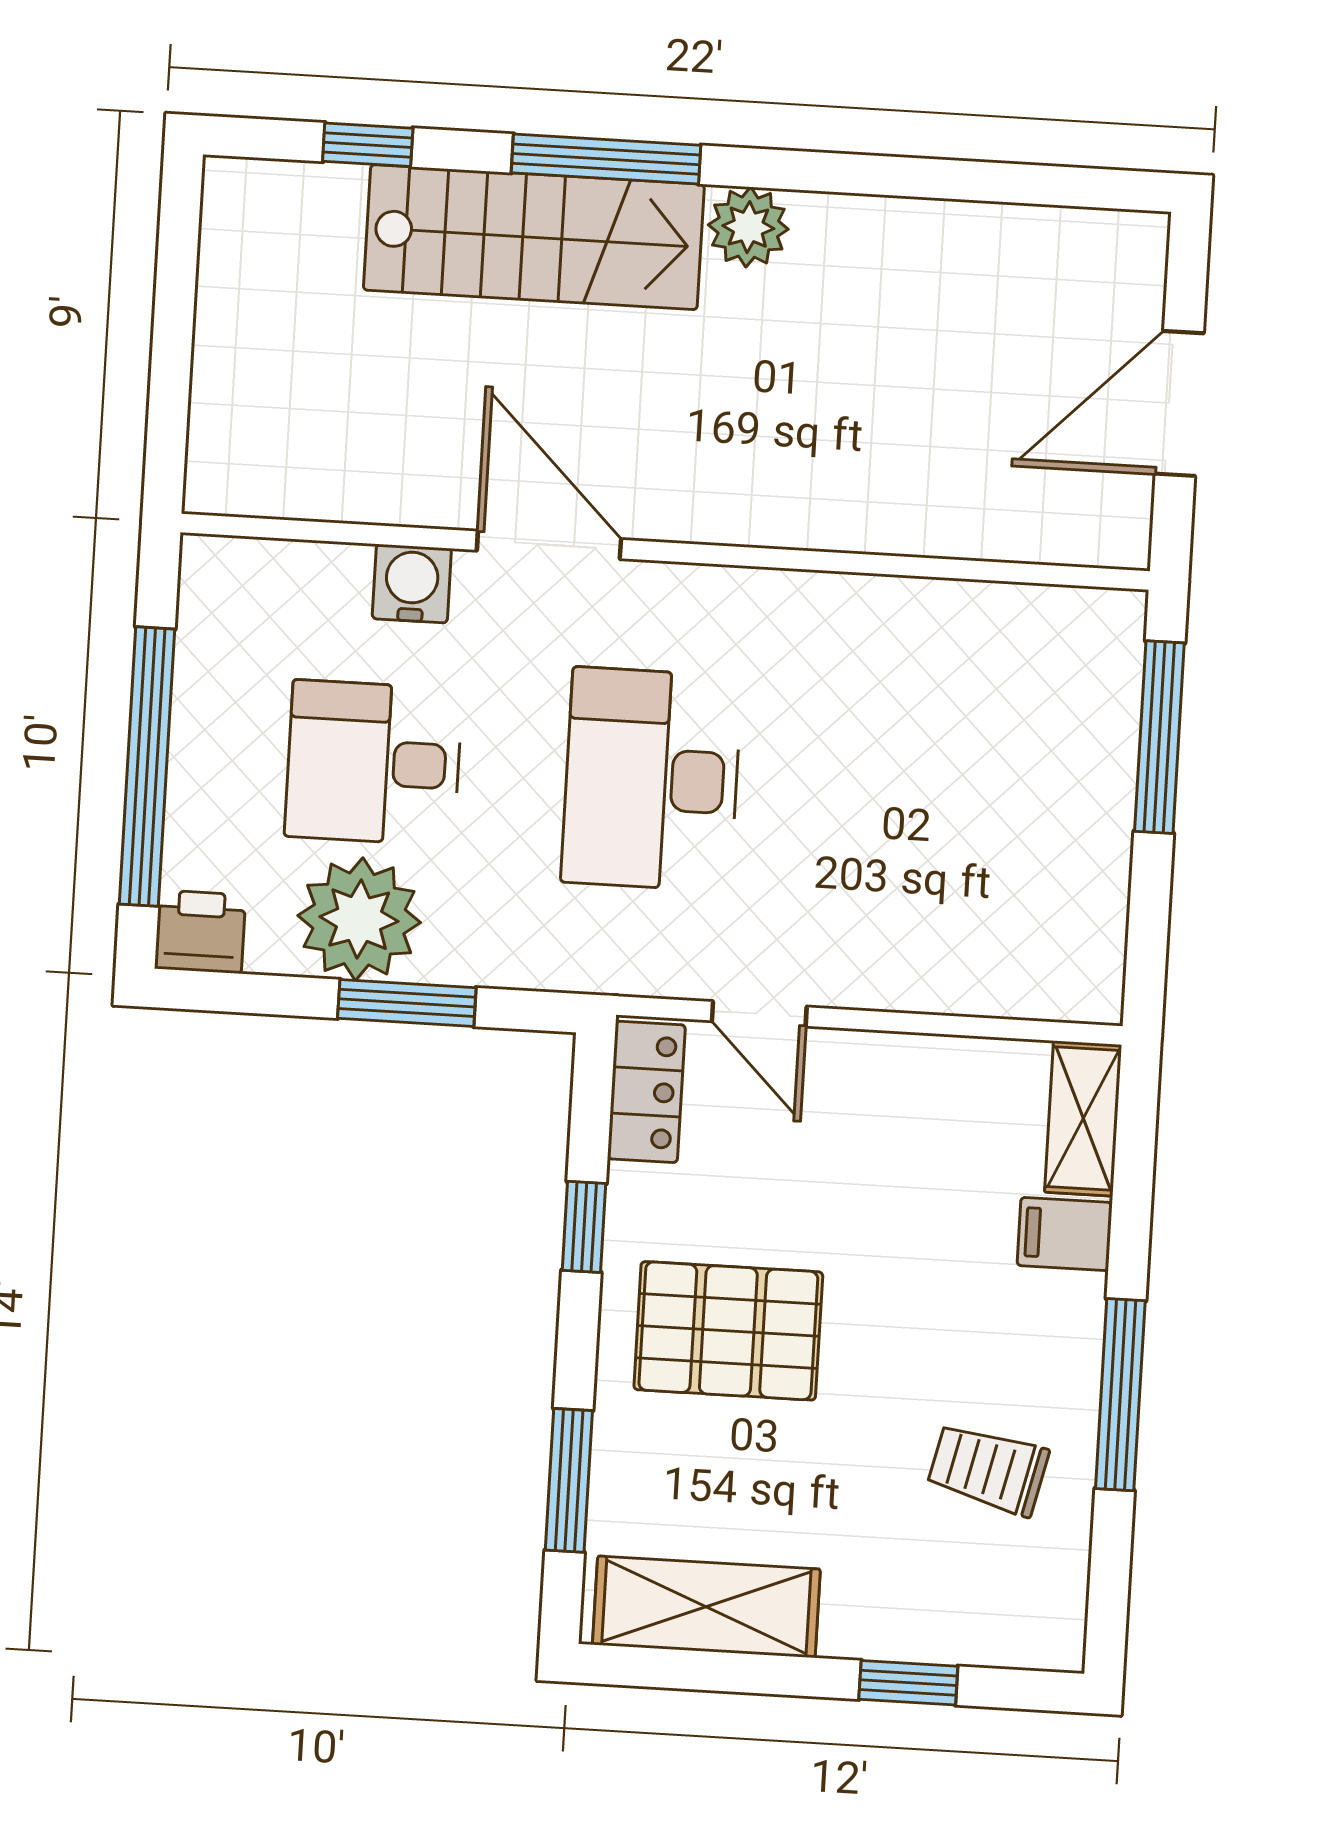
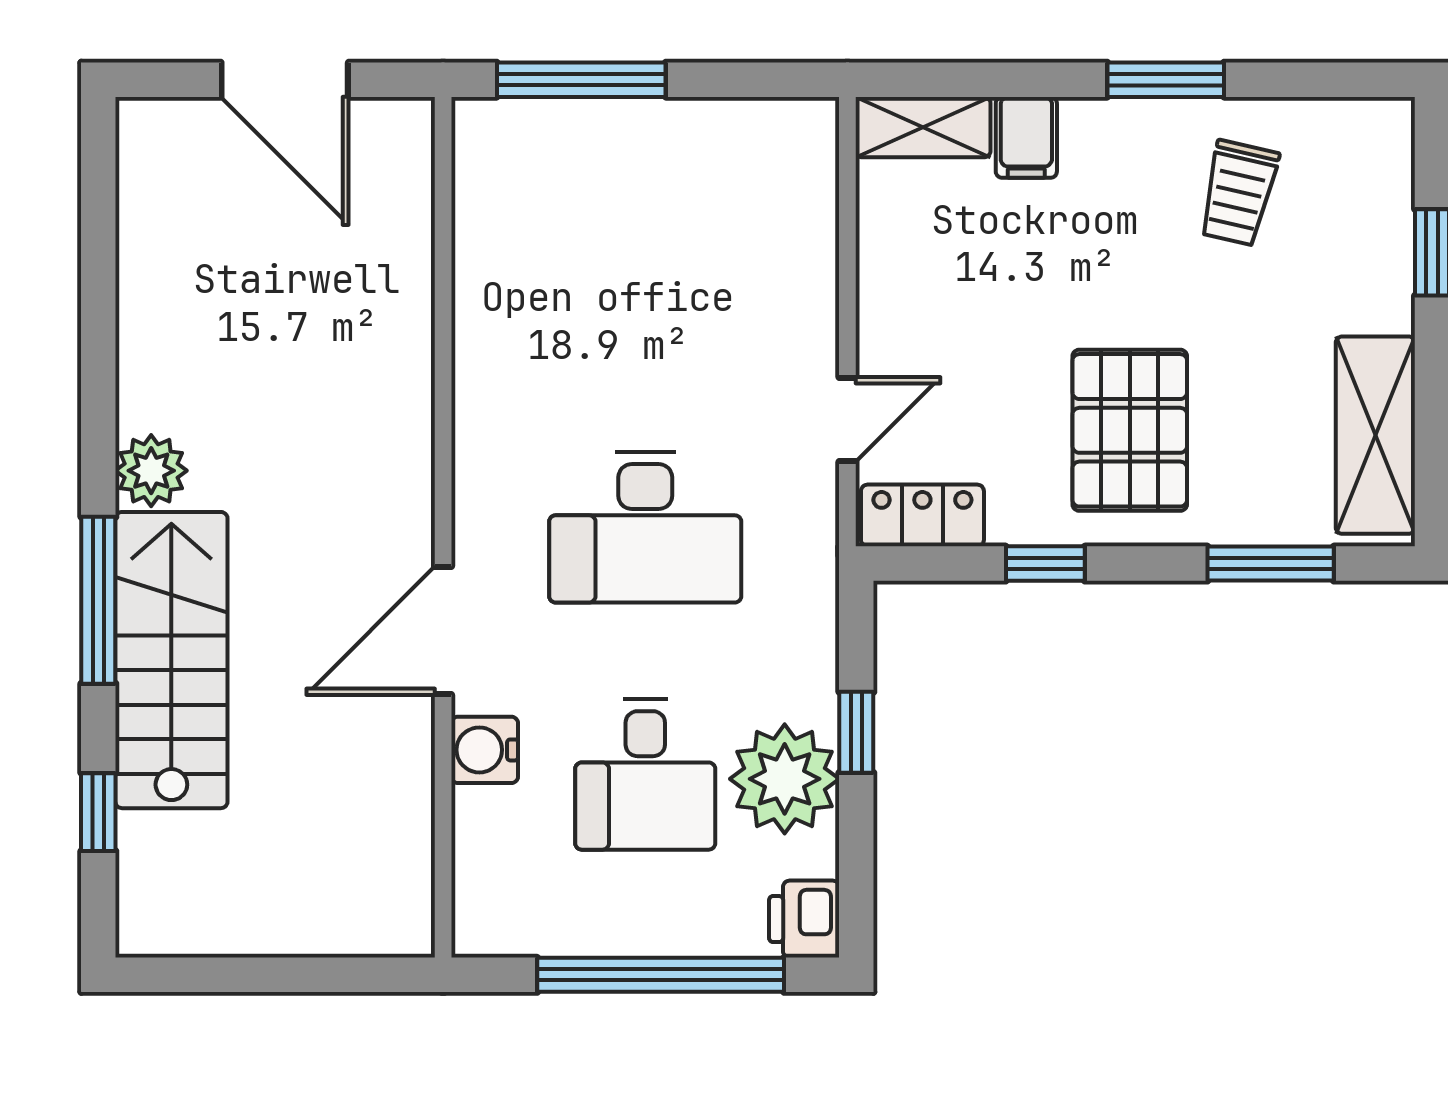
window: (407, 1003) -> (856, 732), width x0.67
window: (1120, 1395) -> (1166, 80), width x0.69

